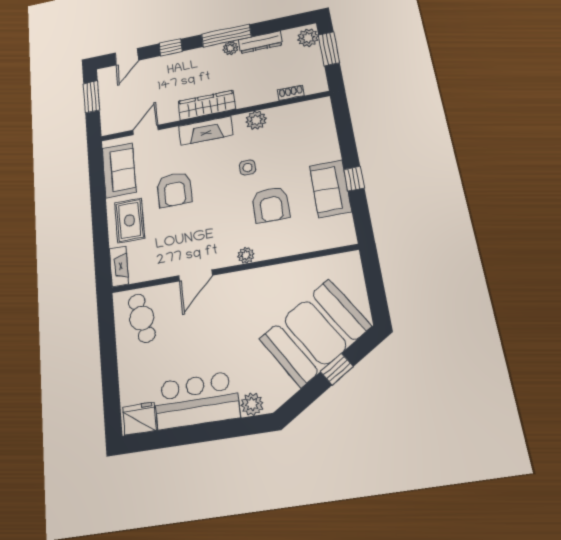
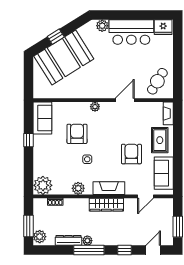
plant: (316, 113) -> (43, 185), added
sofa: (330, 189) -> (42, 118), moved
cafe table: (142, 318) -> (157, 81), turned 43

